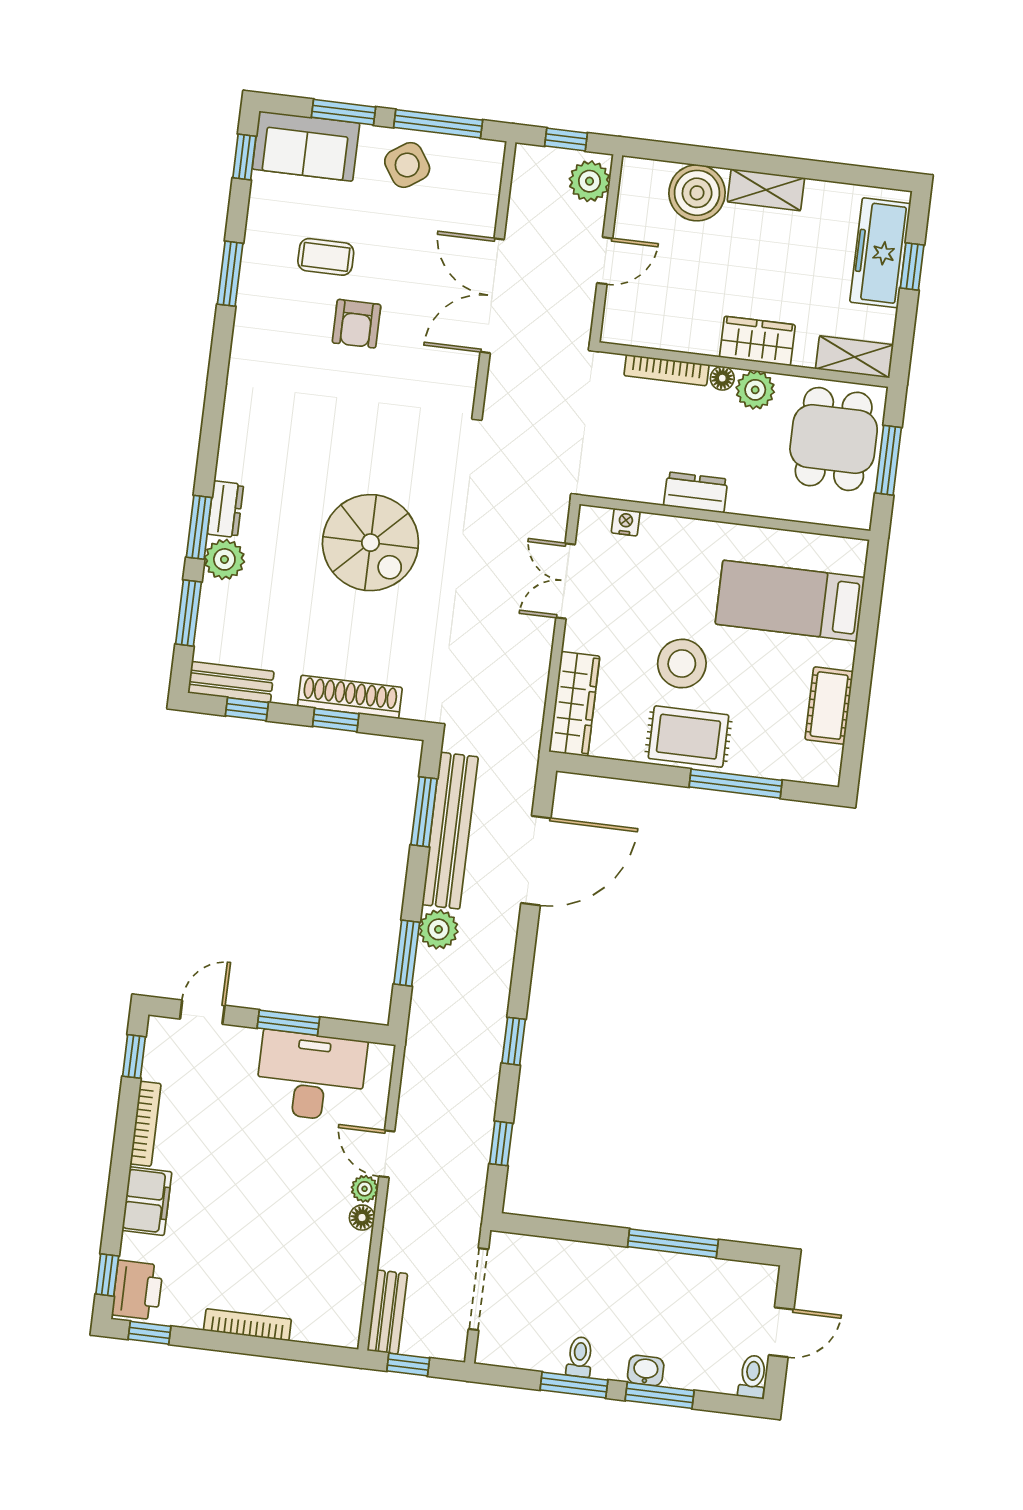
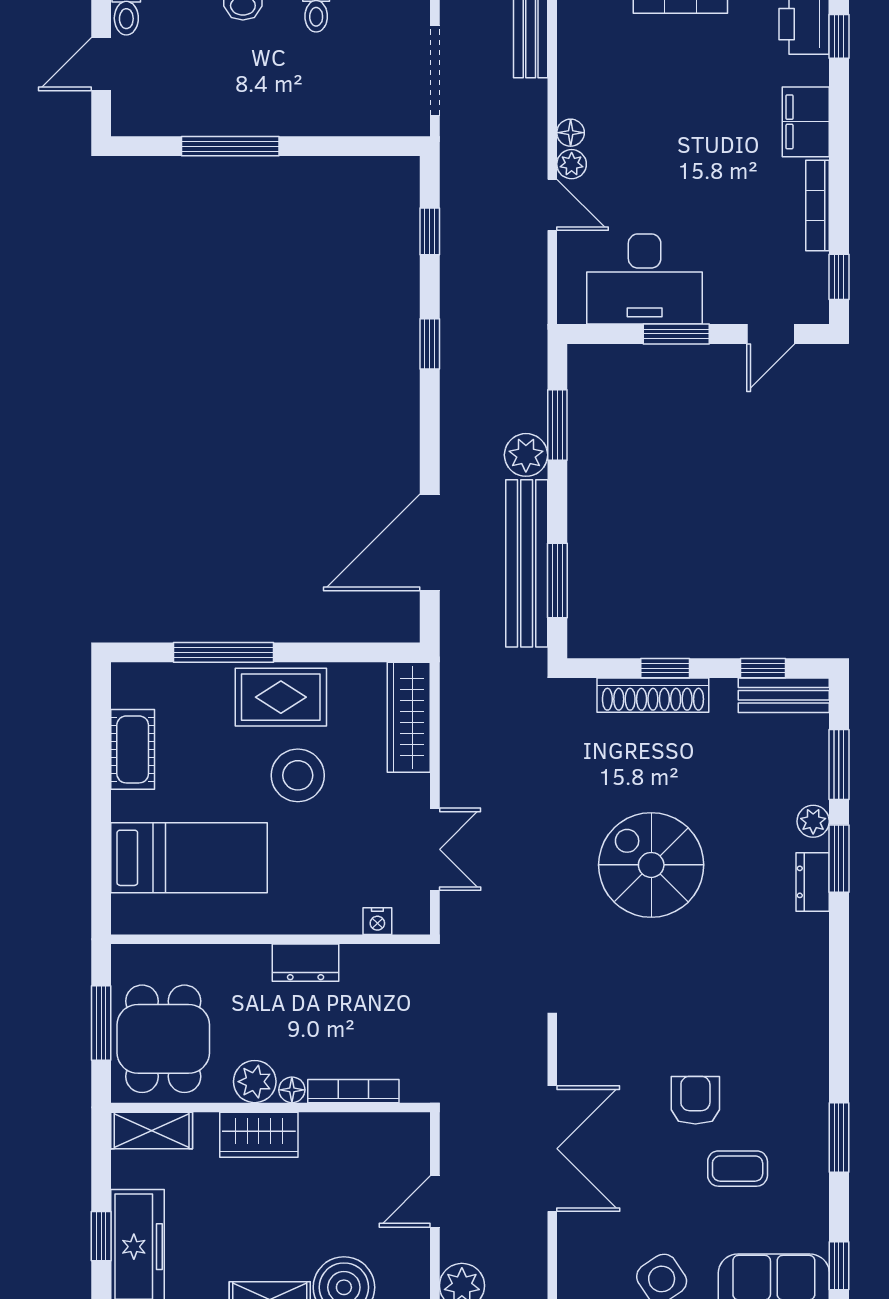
plant: (224, 559) -> (813, 821), width x0.73, depth x0.73

